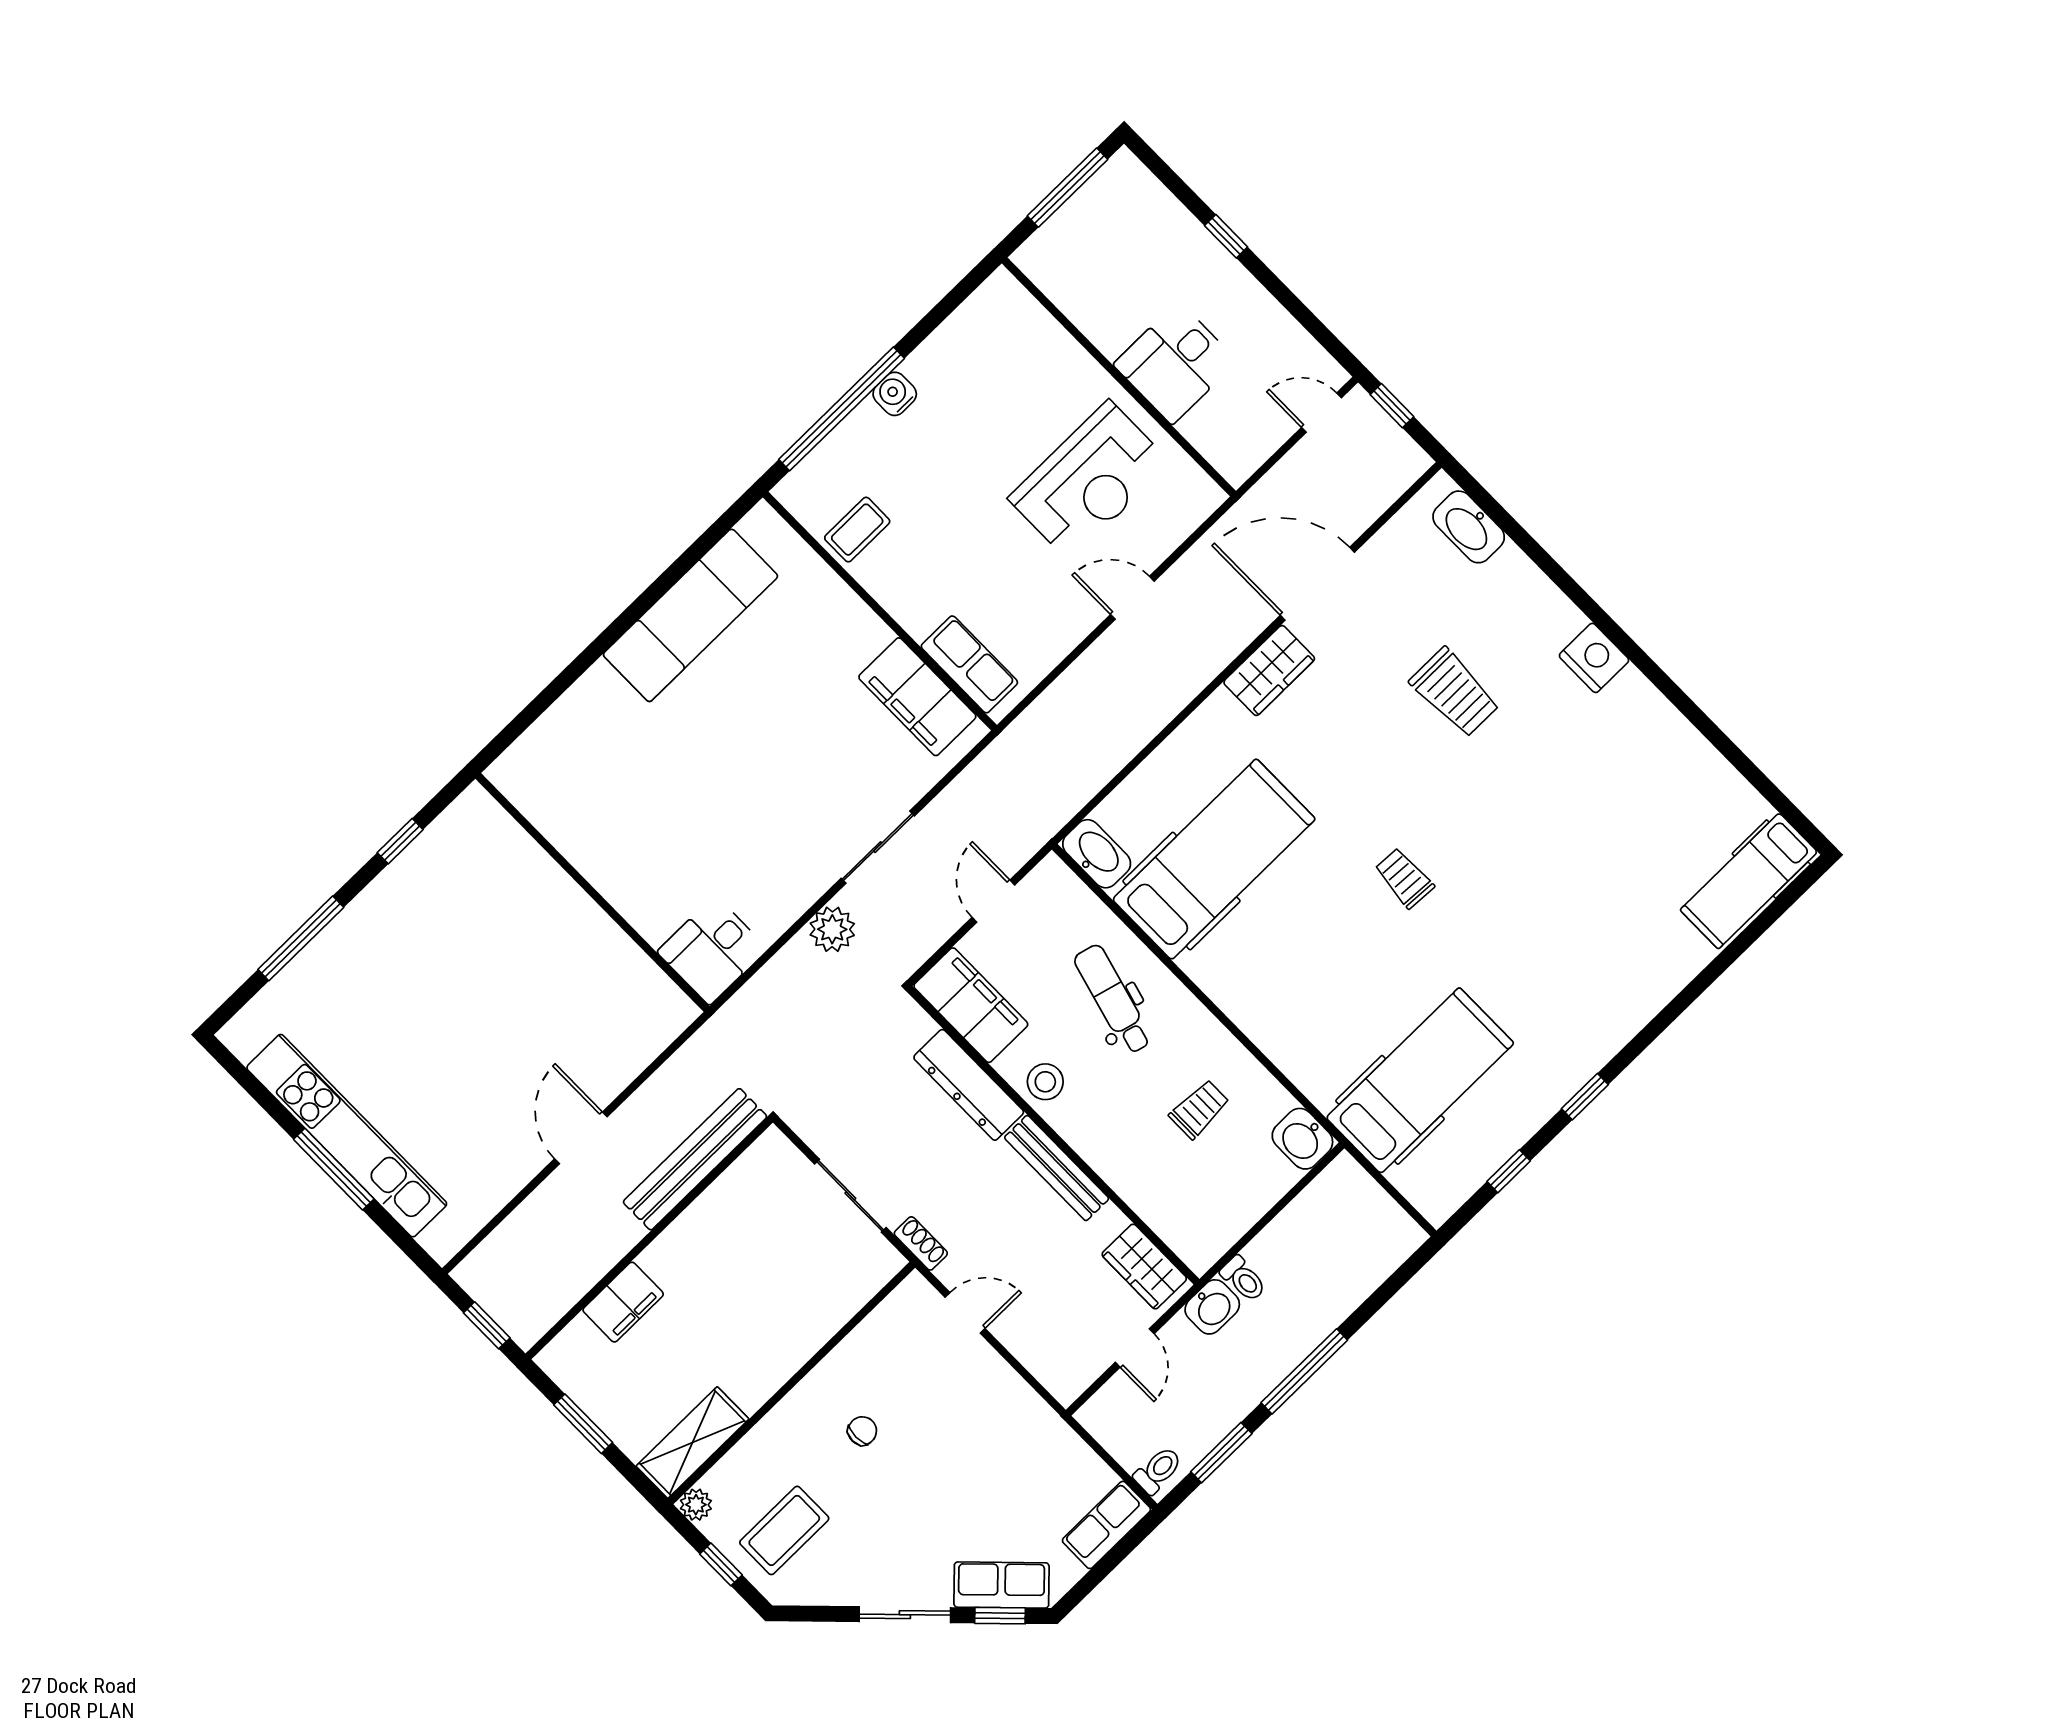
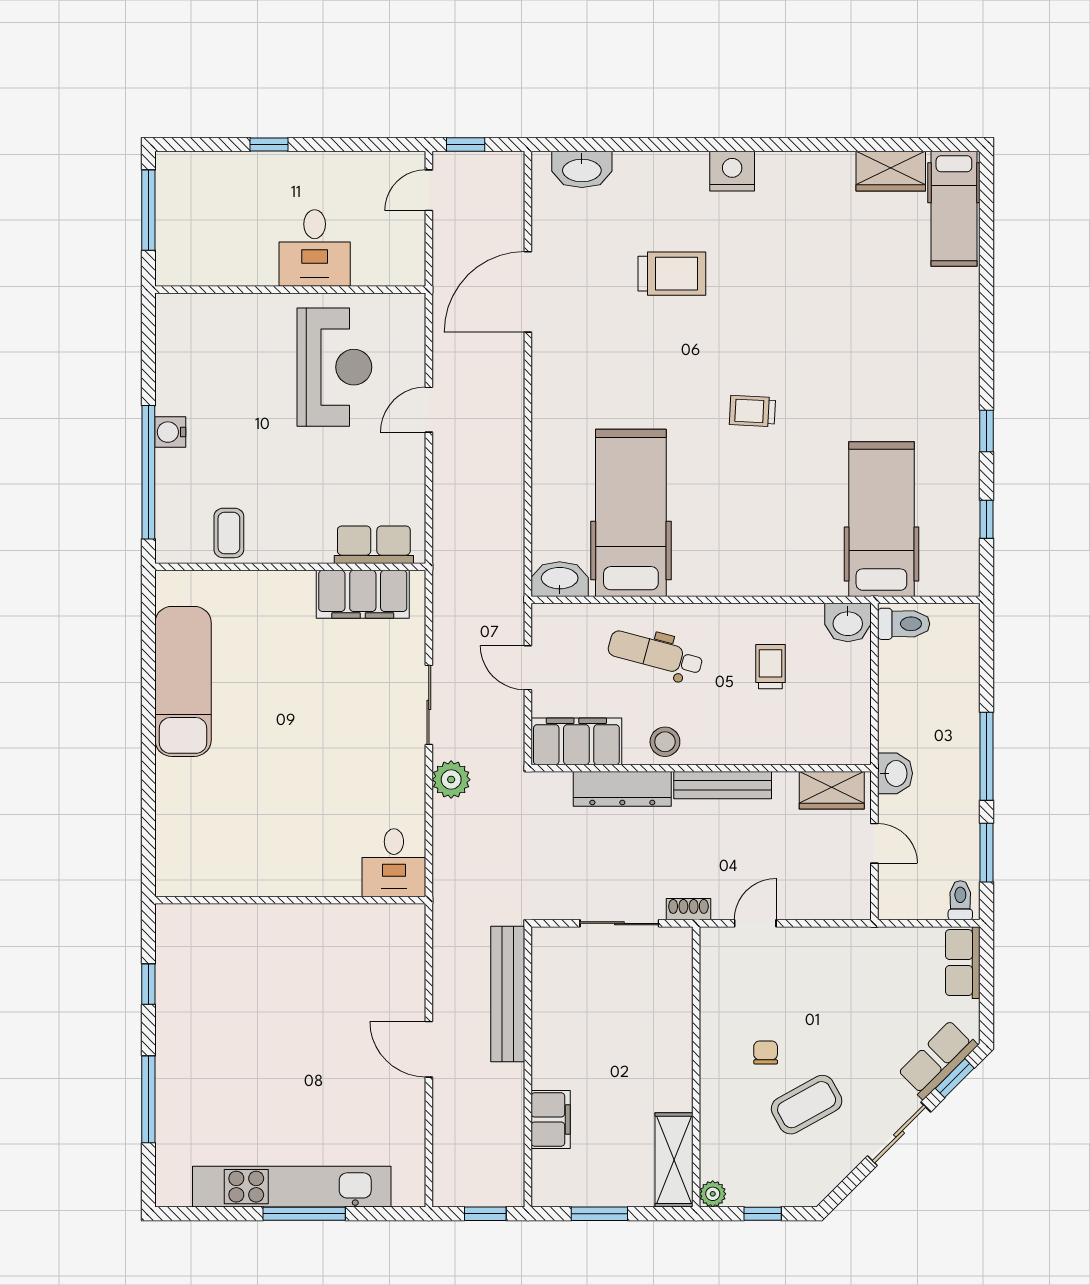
wardrobe: (1269, 670) -> (891, 171), moved, turned 90
toilet: (1243, 1279) -> (904, 624), moved, width x1.37, depth x1.39
coffee table: (784, 1530) -> (807, 1105), moved, turned 61

